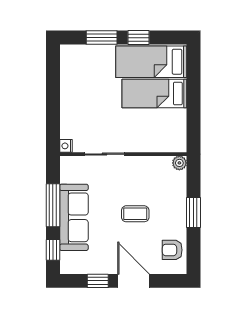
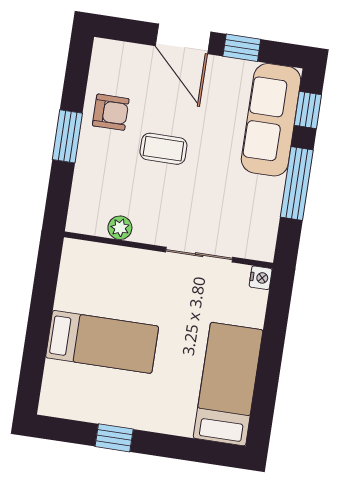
window: (102, 38) -> (175, 447), removed
bed: (151, 62) -> (228, 384), moved, turned -90
plant: (179, 163) -> (120, 228), moved
sofa: (74, 217) -> (271, 120), moved
armchair: (172, 250) -> (111, 112), moved

